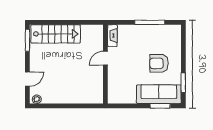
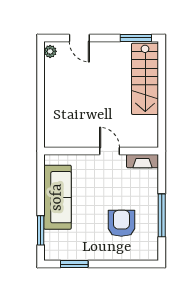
armchair: (159, 63) -> (121, 223), moved
sofa: (159, 94) -> (57, 197), moved

